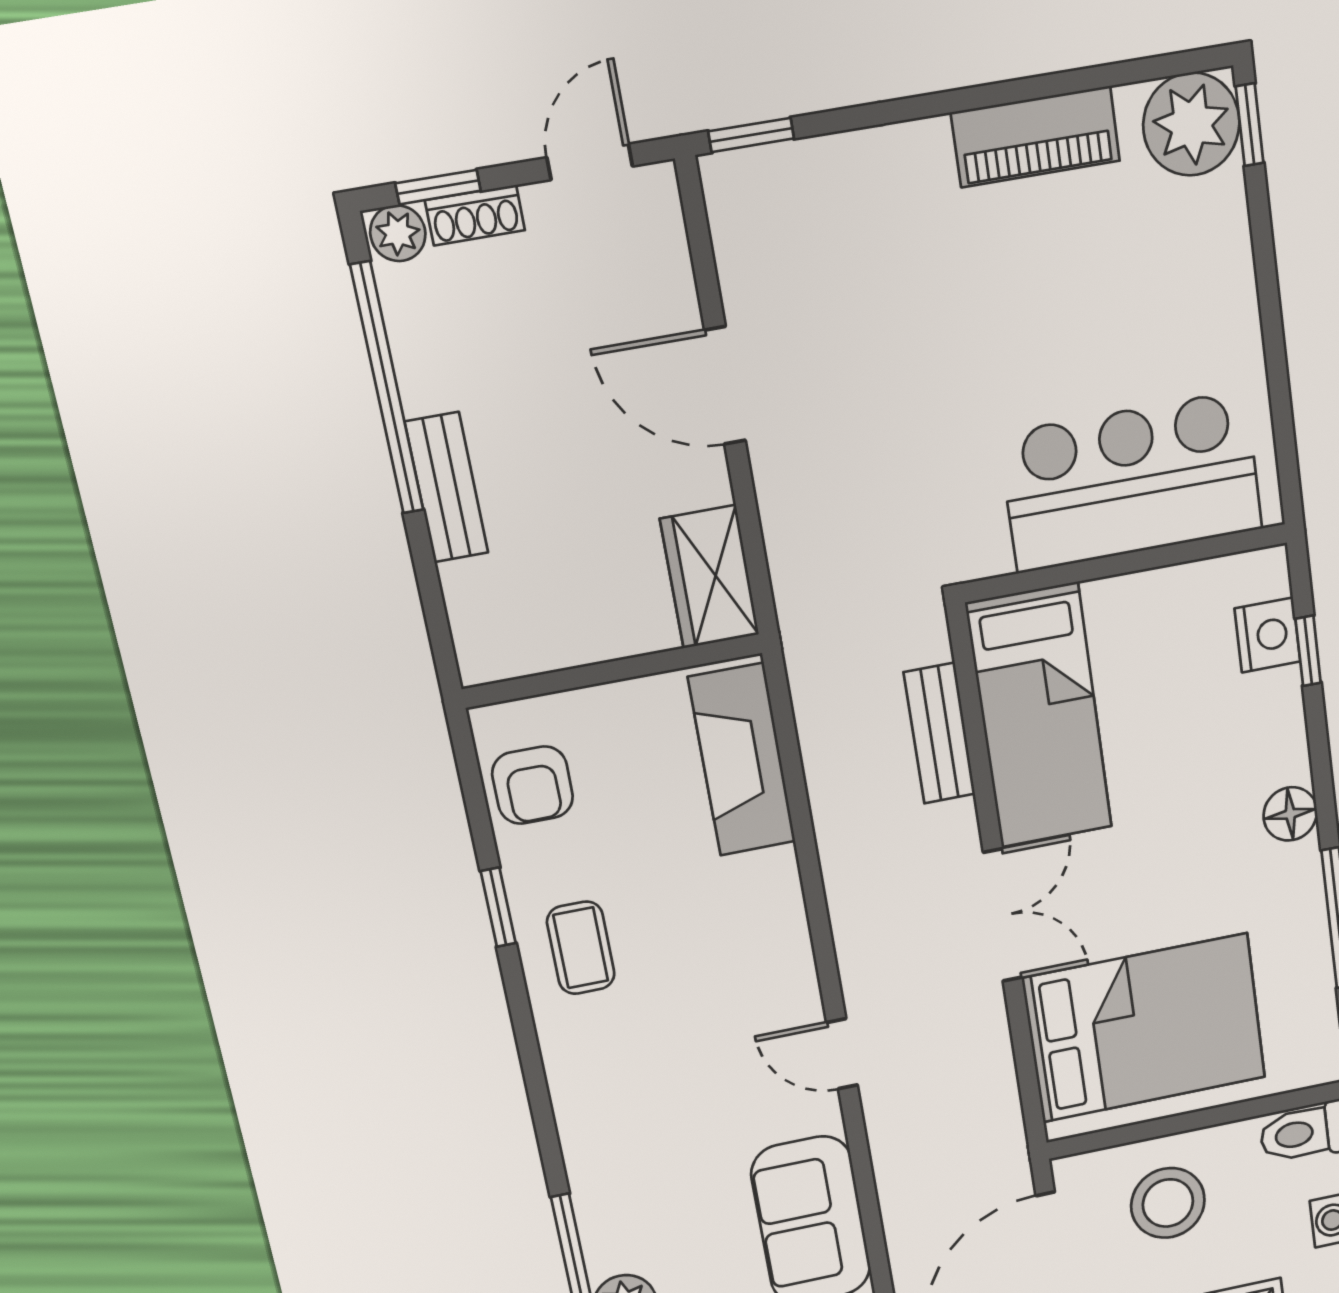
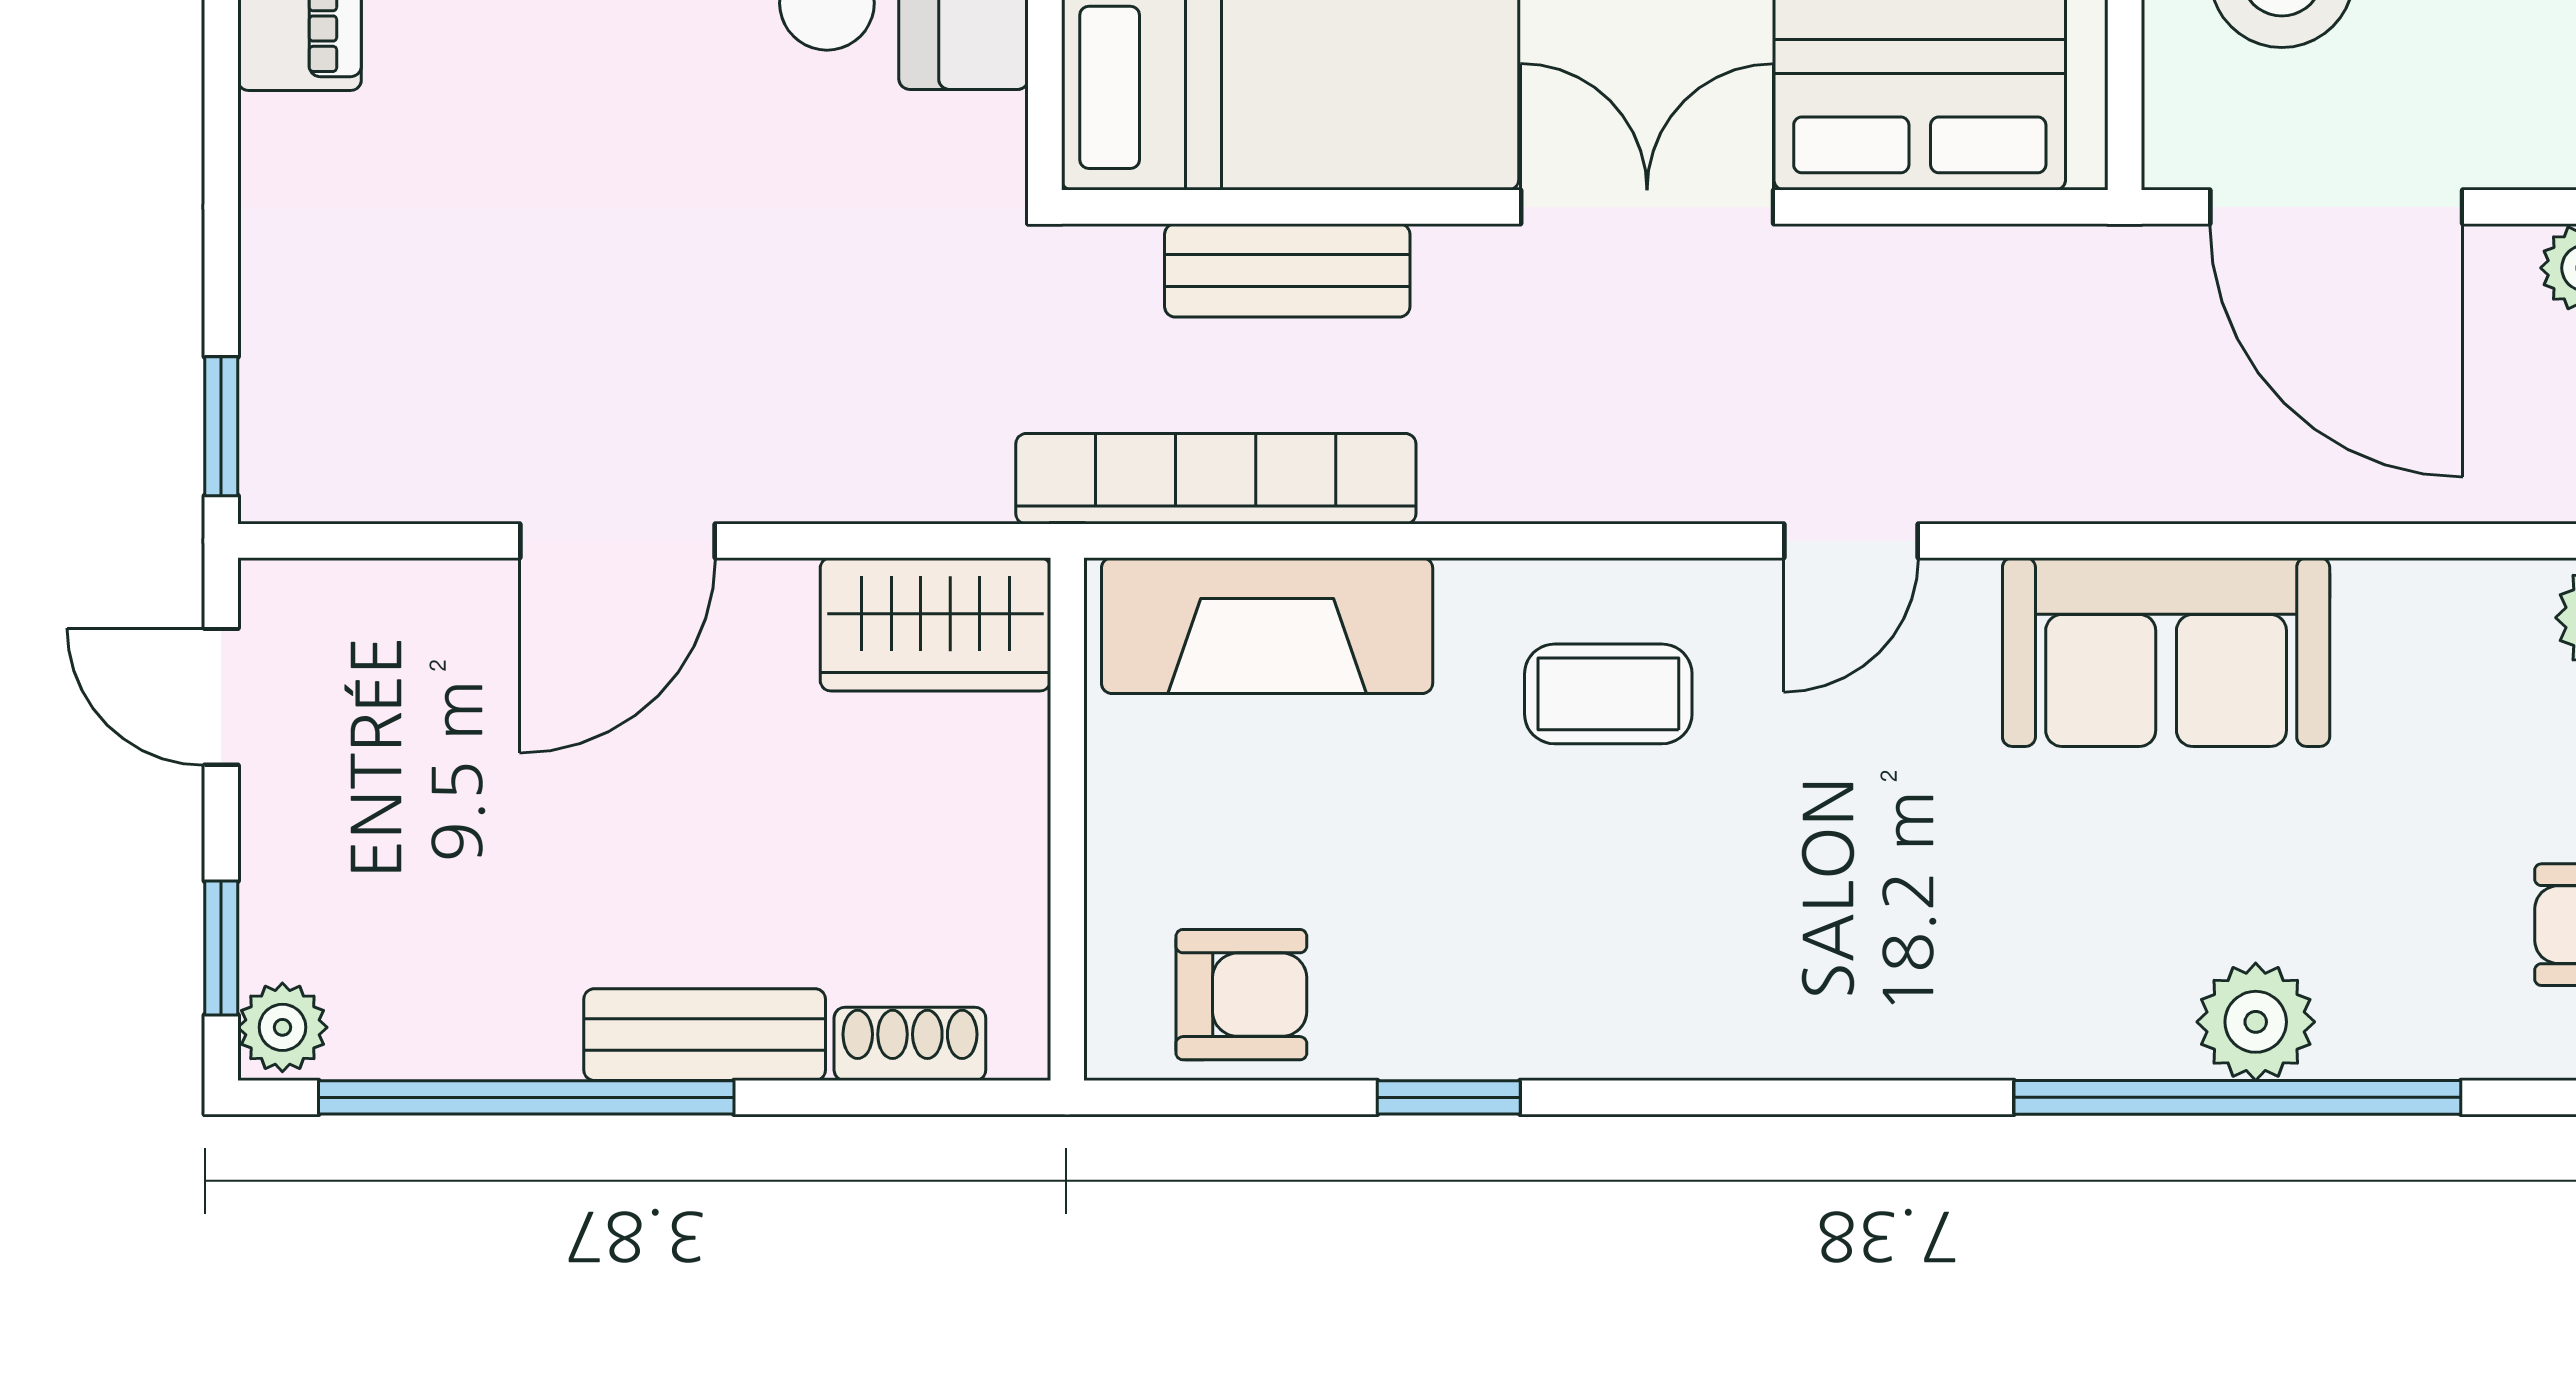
shoe rack: (475, 215) -> (910, 1044), moved, turned -90
bookcase: (819, 717) -> (1216, 479), added
coffee table: (581, 948) -> (1608, 694), moved

